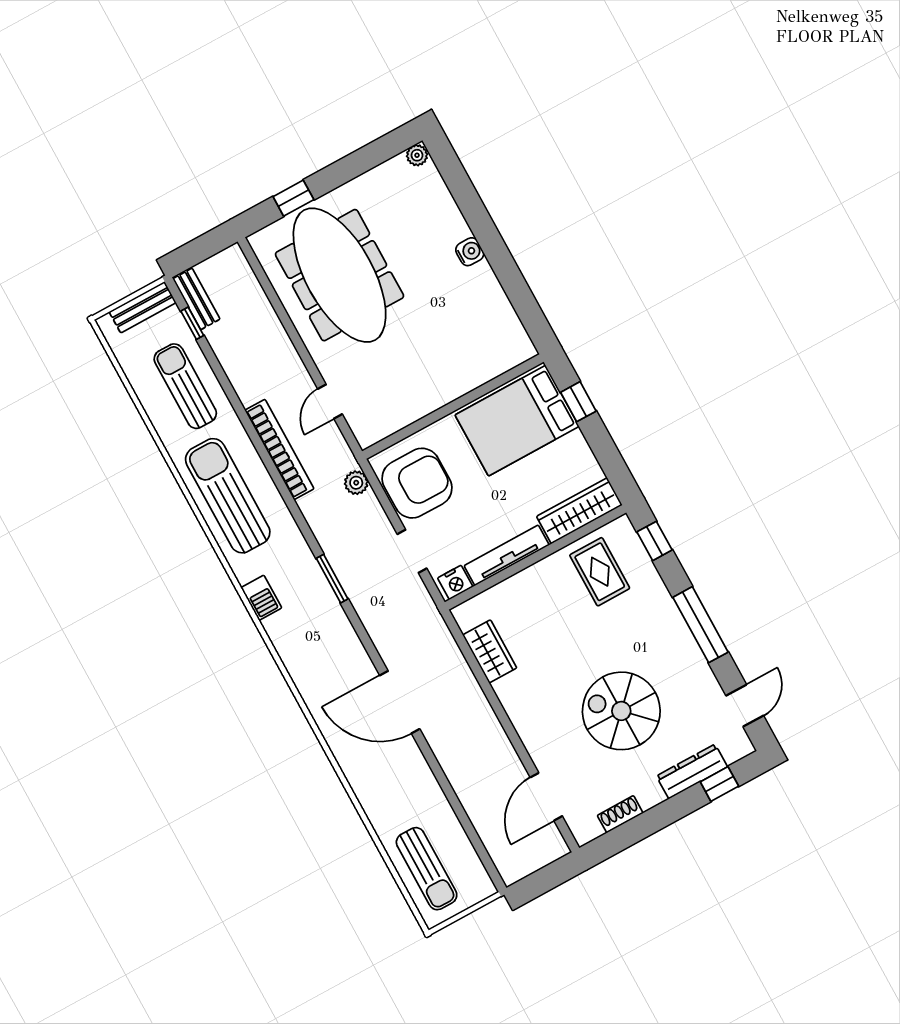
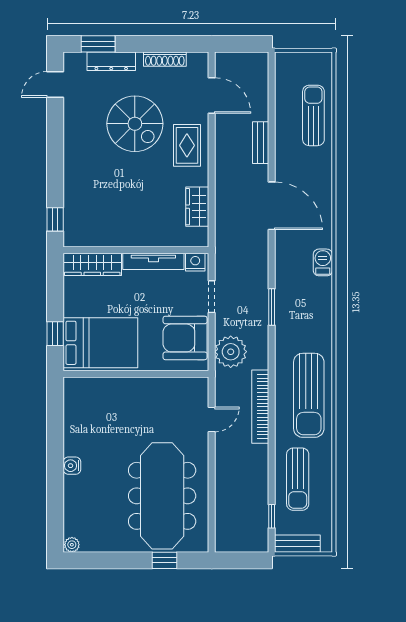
bench: (196, 299) -> (261, 143), moved
plant: (356, 483) -> (231, 352), width x1.88, depth x1.88
rug: (600, 572) -> (187, 145), moved
barbecue: (261, 598) -> (323, 262), moved
window: (700, 625) -> (55, 151), removed
window: (719, 784) -> (98, 44), width x1.50
door: (546, 797) -> (212, 96), hinge flipped
shoe rack: (620, 814) -> (165, 59), width x1.43
sun lounger: (427, 869) -> (313, 115), moved

